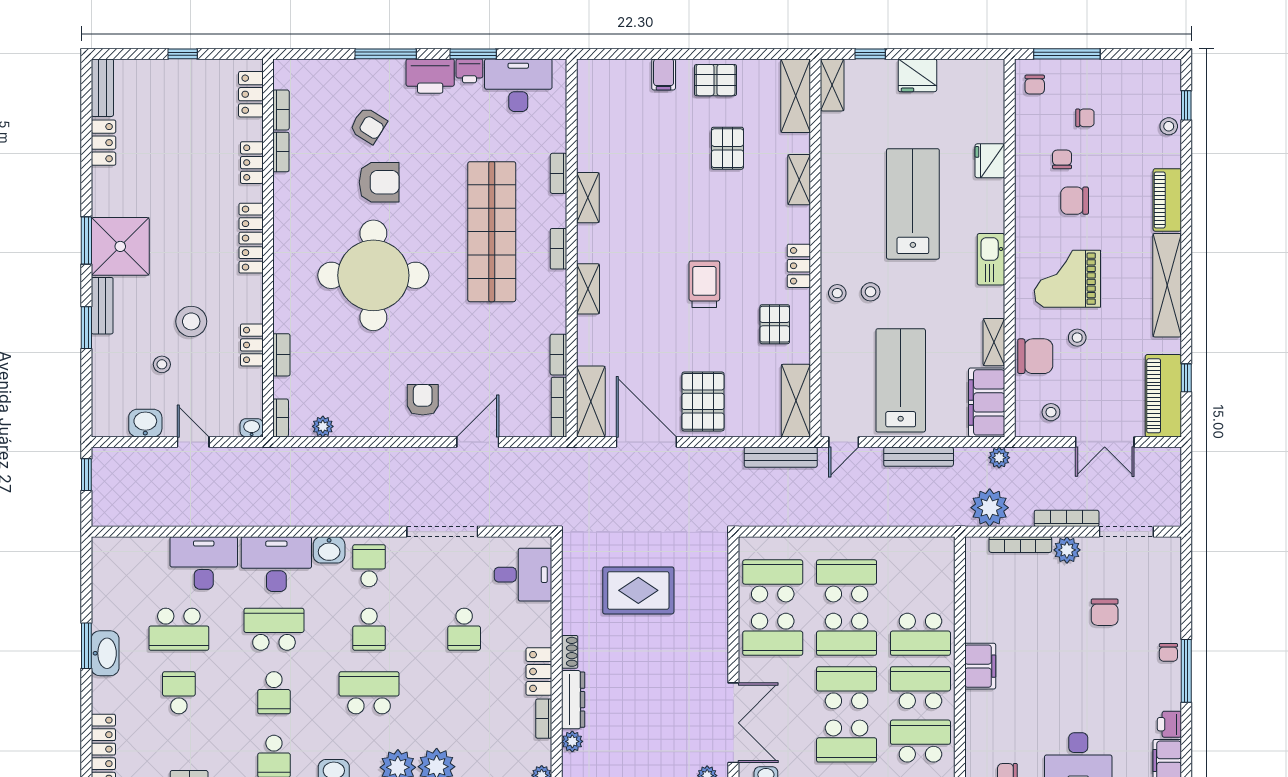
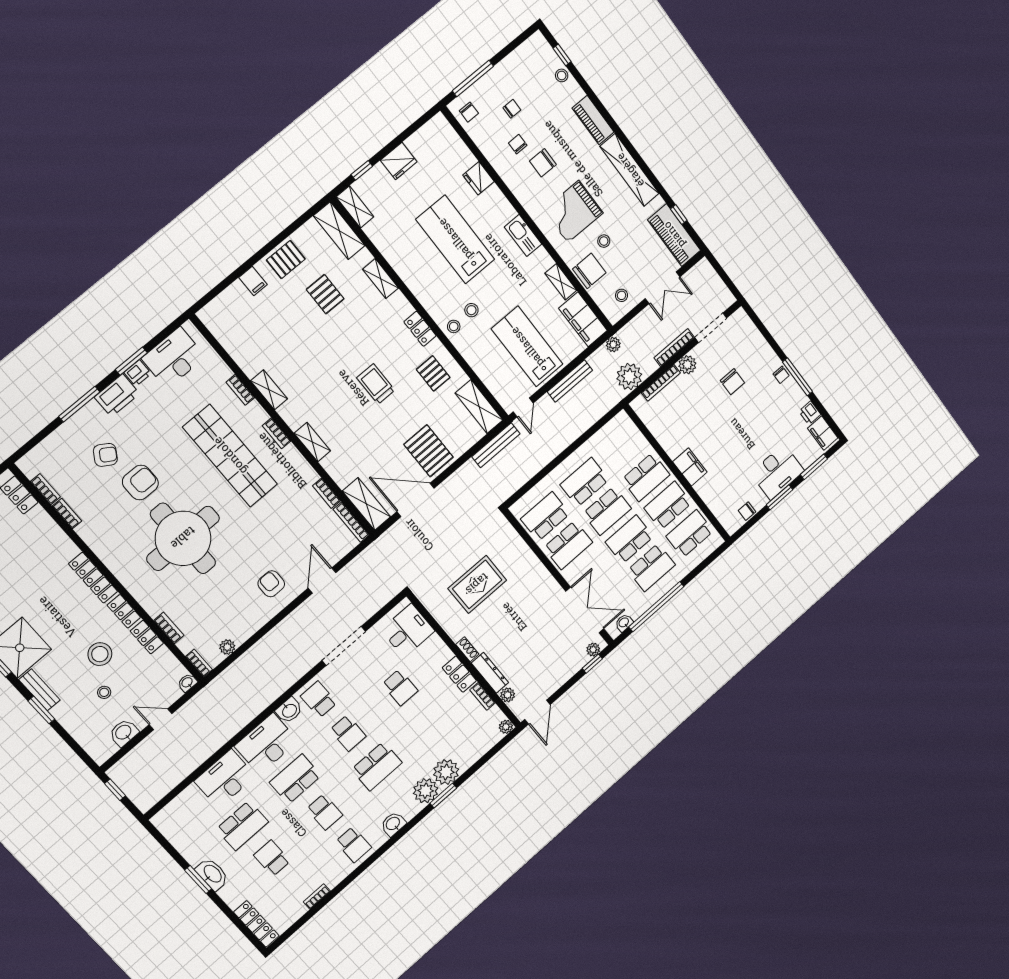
locker: (252, 163) -> (124, 611), moved
school desk: (369, 693) -> (377, 766), turned 180

